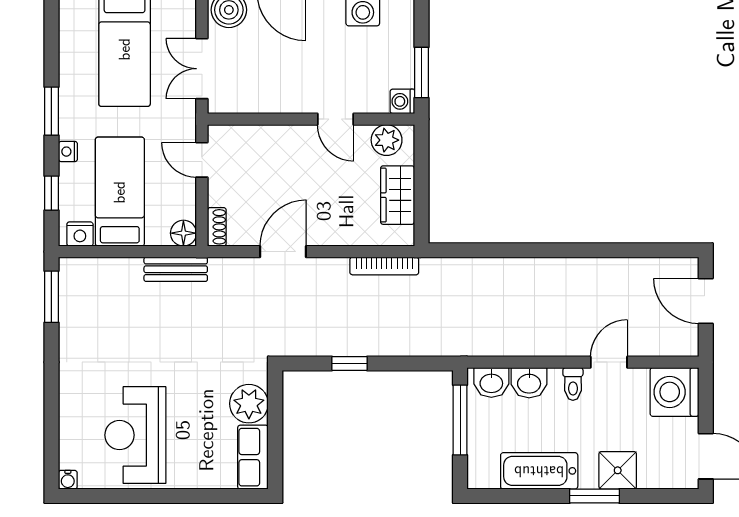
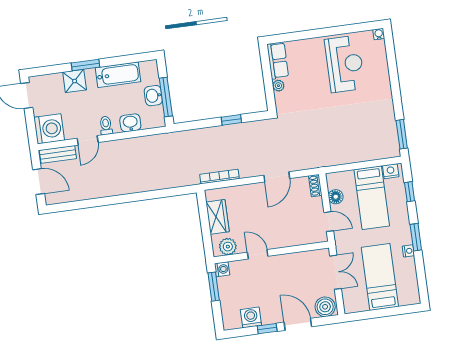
nightstand: (68, 152) -> (408, 251), moved
floor lamp: (183, 233) -> (336, 197), moved
bench: (176, 269) -> (58, 154), moved
washbasin: (491, 382) -> (153, 96), moved, turned -90
plant: (249, 404) -> (278, 86), width x0.53, depth x0.53

